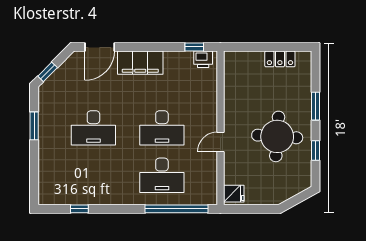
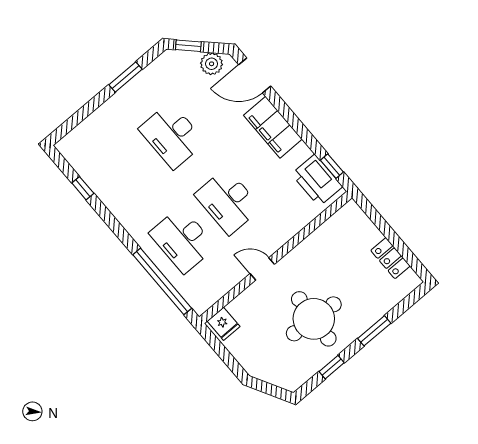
printer: (203, 59) -> (317, 180), width x1.87, depth x1.48
plant: (70, 67) -> (212, 64), added

